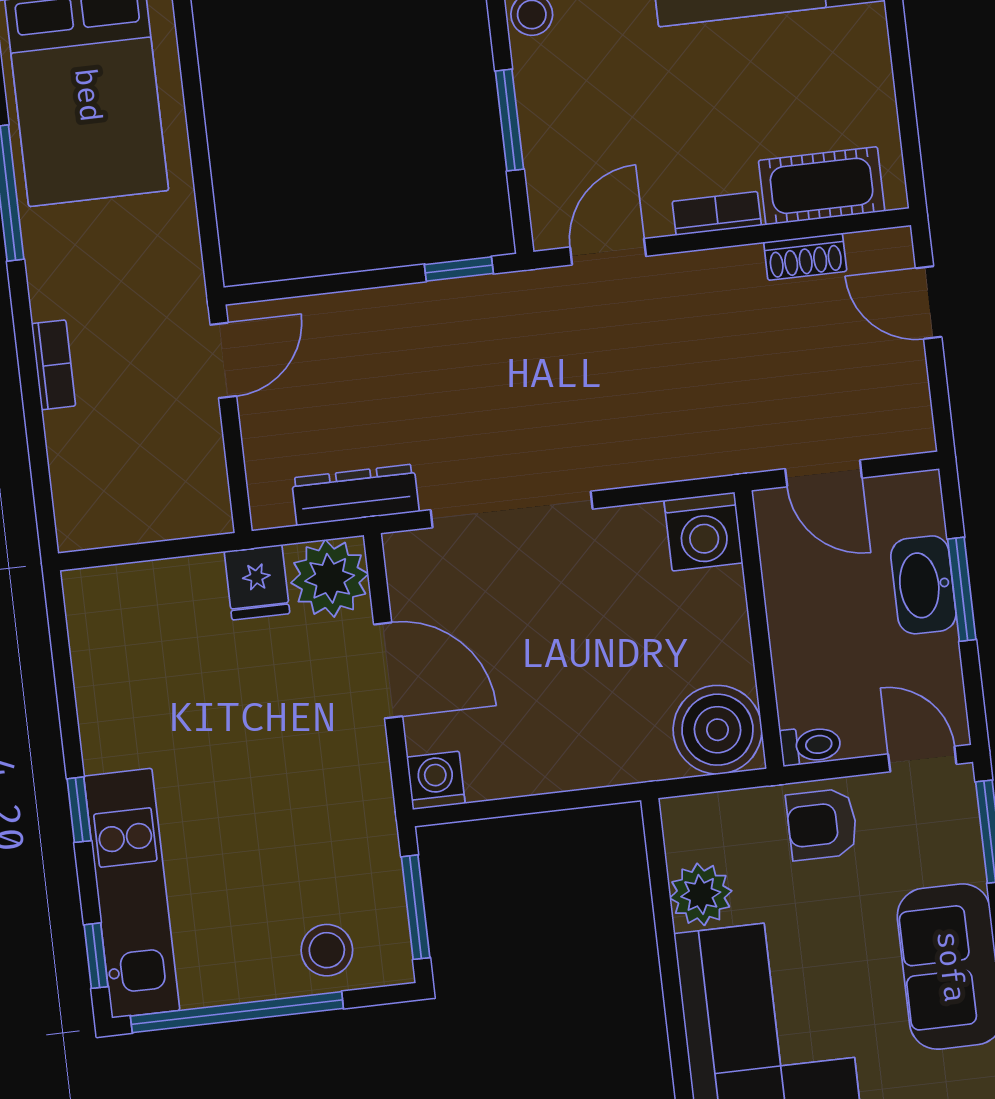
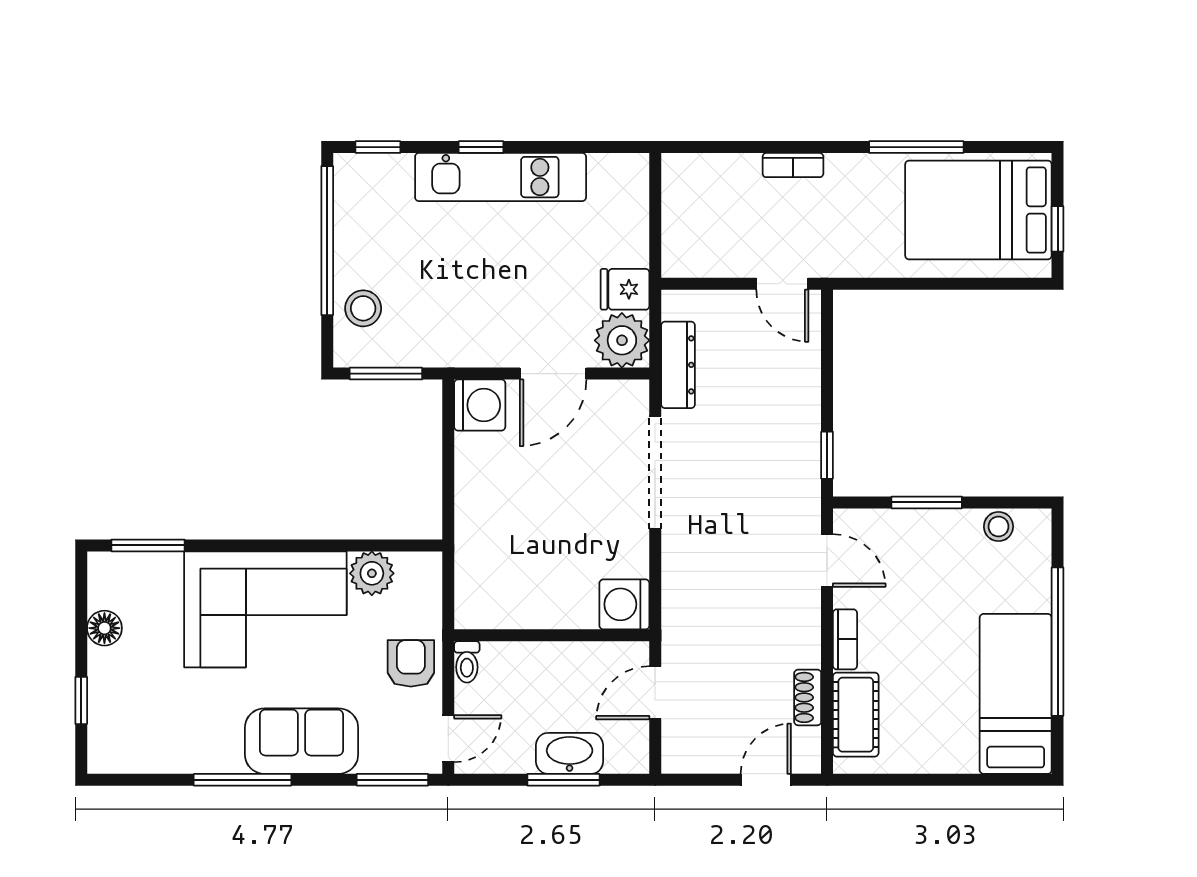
boiler: (718, 730) -> (485, 598), removed
washing machine: (436, 780) -> (480, 405), width x1.38, depth x1.38
kitchen unit: (132, 893) -> (501, 177), moved

